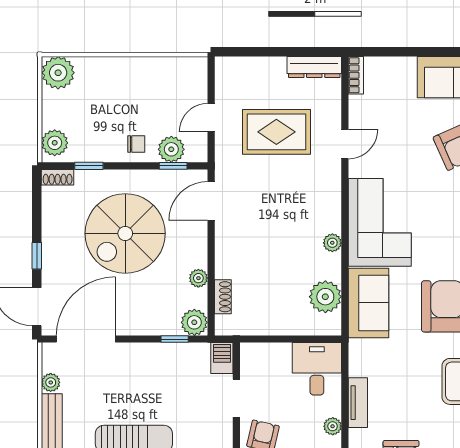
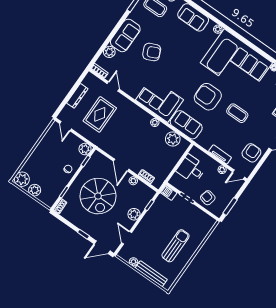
dresser: (314, 67) -> (77, 96), moved
plant: (403, 69) -> (109, 52), added
door: (211, 118) -> (65, 126), moved
plant: (55, 143) -> (35, 190), moved
door: (345, 144) -> (113, 86), moved
plant: (171, 149) -> (85, 149), moved
door: (211, 201) -> (121, 165), moved
plant: (194, 322) -> (134, 214), moved
door: (86, 339) -> (127, 238), width x0.53
desk: (317, 369) -> (191, 169), moved

